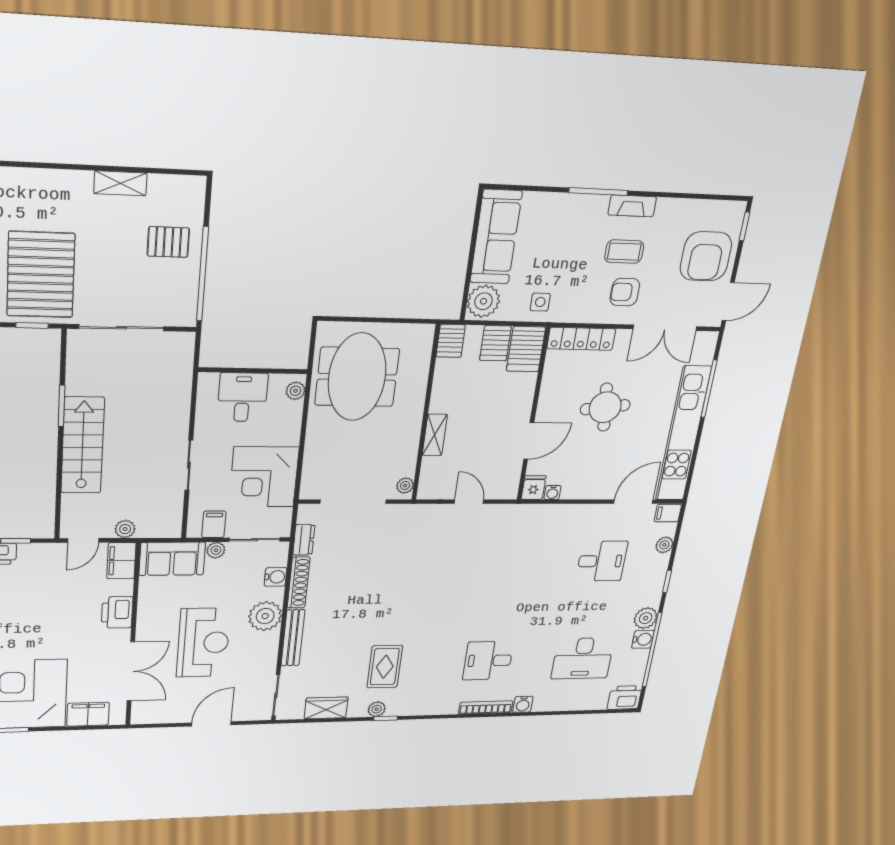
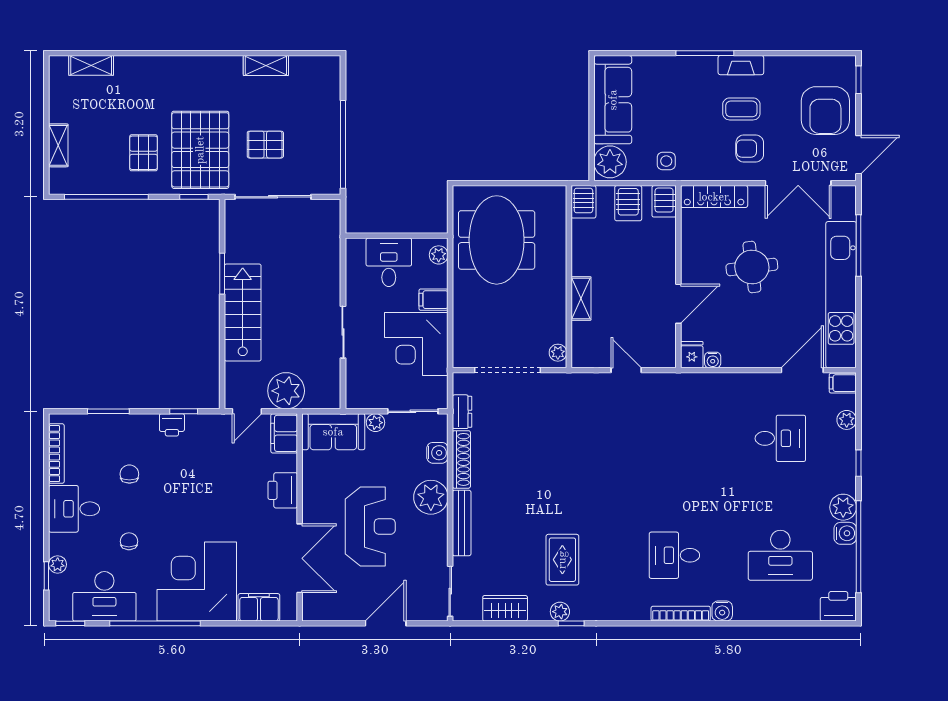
pallet: (168, 242) -> (265, 145), moved
server rack: (526, 349) -> (664, 201), width x0.73, depth x0.70
filing cabinet: (214, 524) -> (433, 300), moved, turned -90
plant: (125, 529) -> (286, 391), width x1.87, depth x1.87

